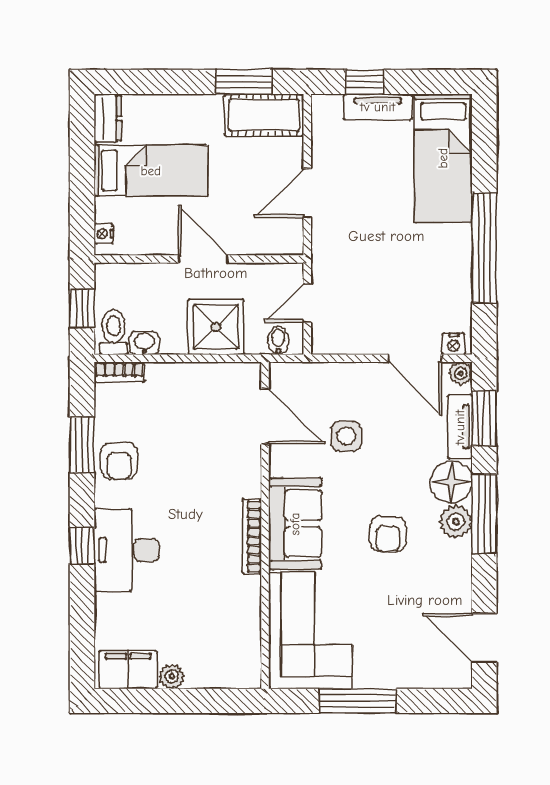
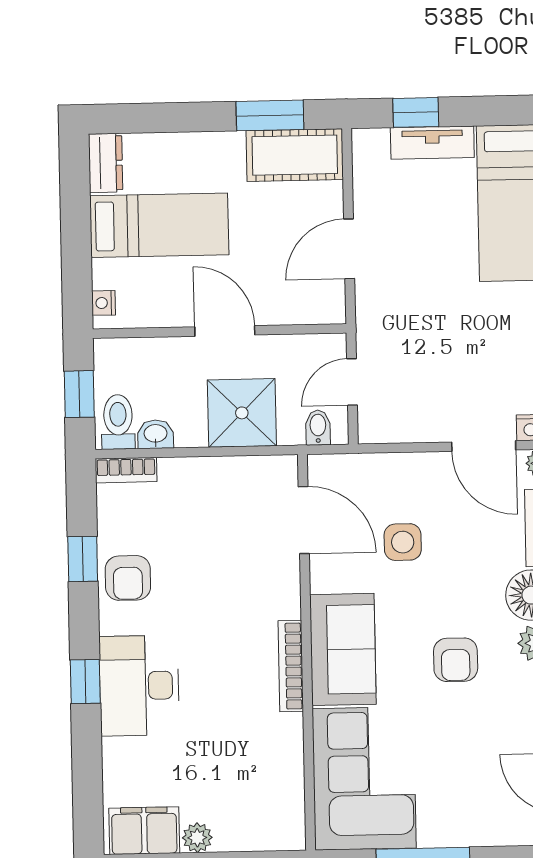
window: (82, 445) -> (83, 559), width x0.67

